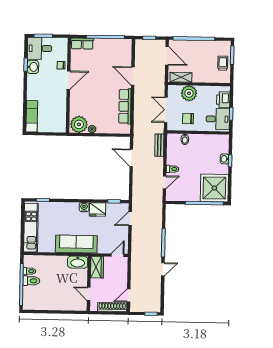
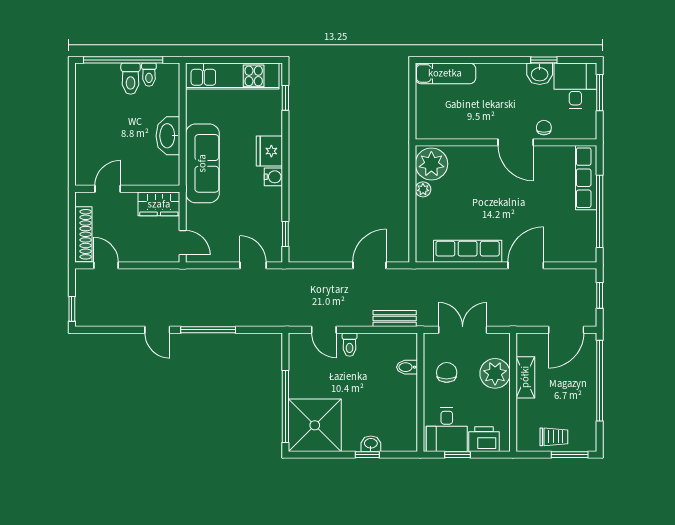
row of seats: (82, 44) -> (586, 178), width x1.48
shelving: (181, 77) -> (525, 377), moved
fridge: (98, 210) -> (269, 151), moved
washbasin: (78, 262) -> (168, 136), moved

